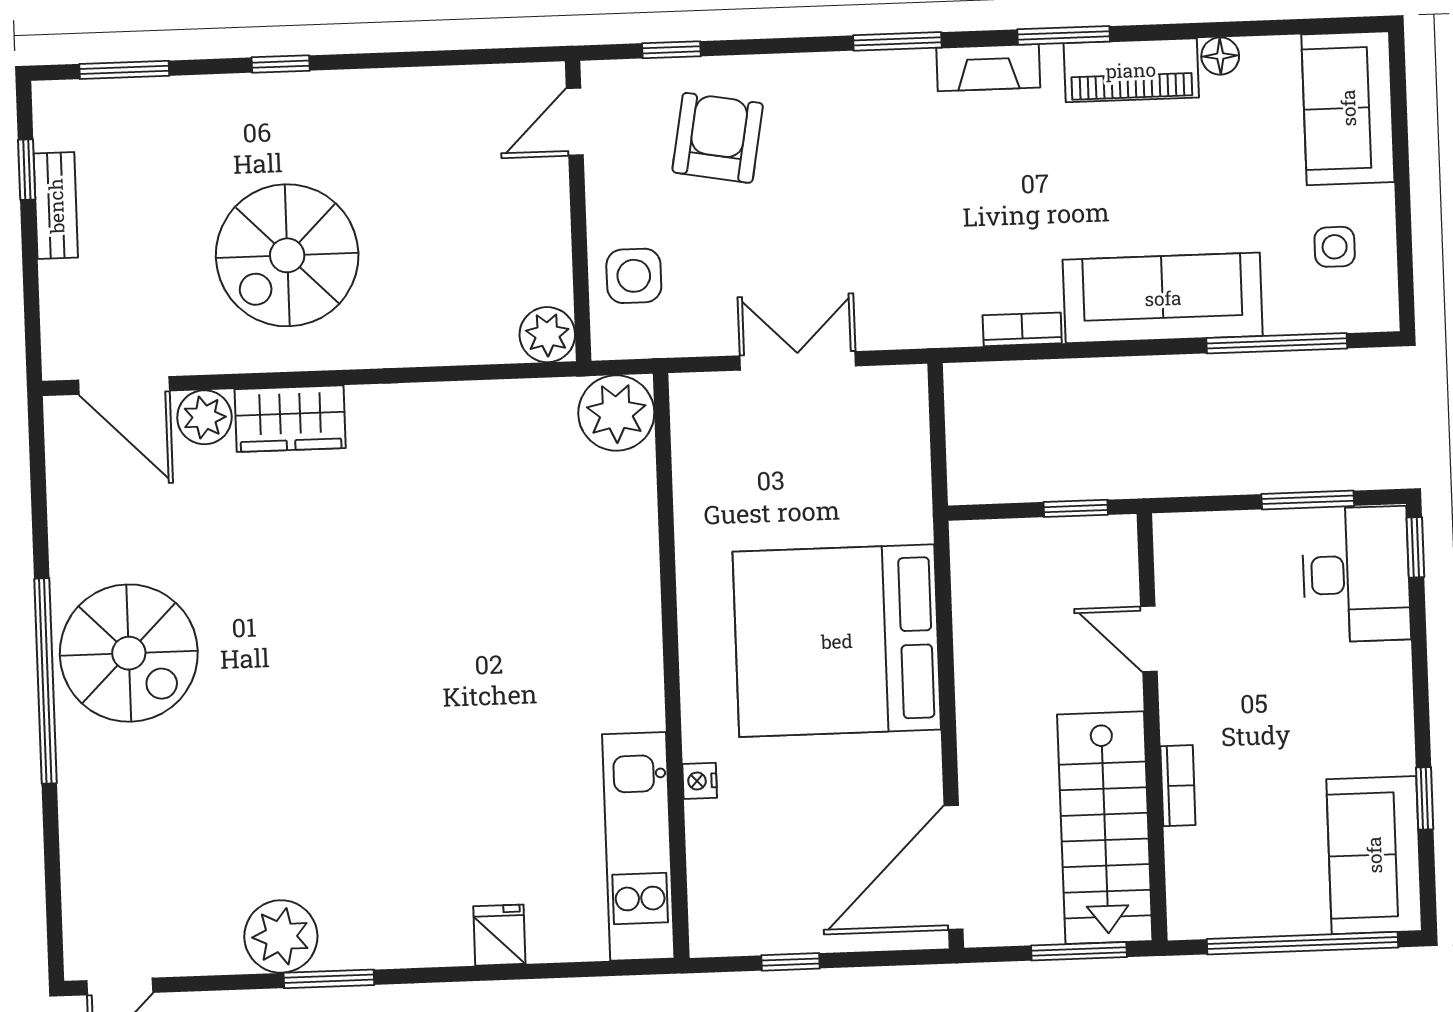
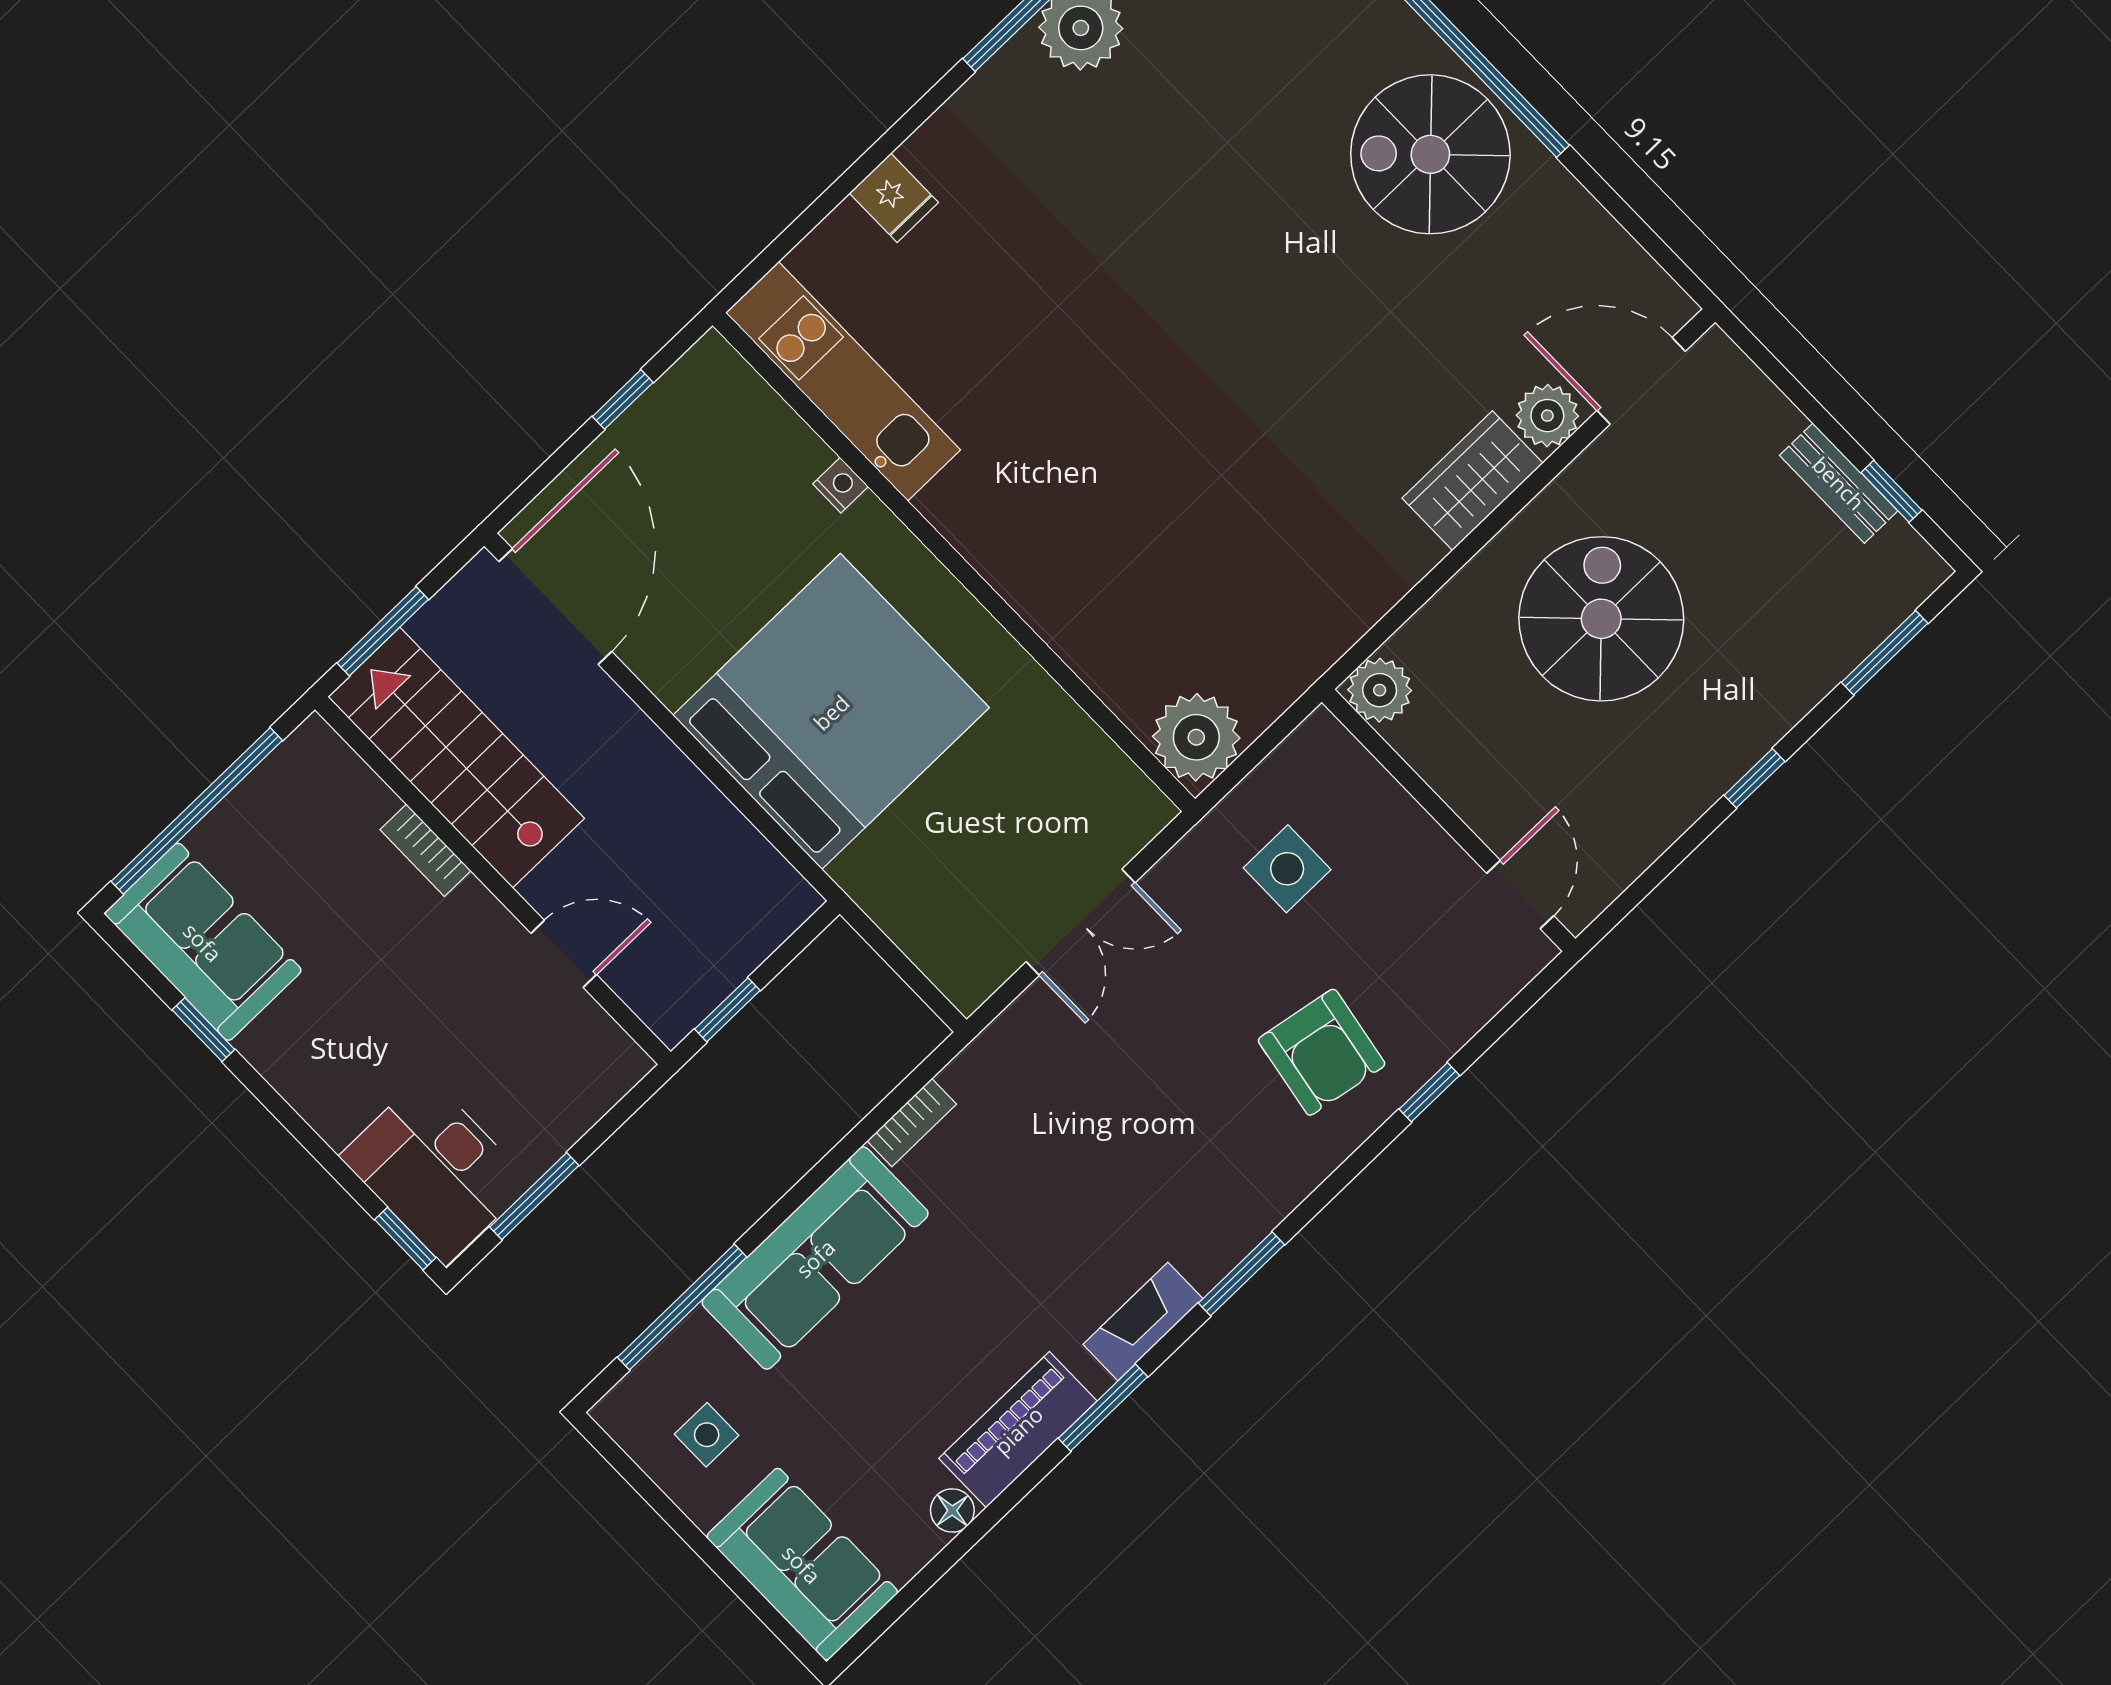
door: (575, 122) -> (1520, 895), moved
wall: (578, 211) -> (1449, 820), moved
plant: (547, 335) -> (1380, 690), moved

